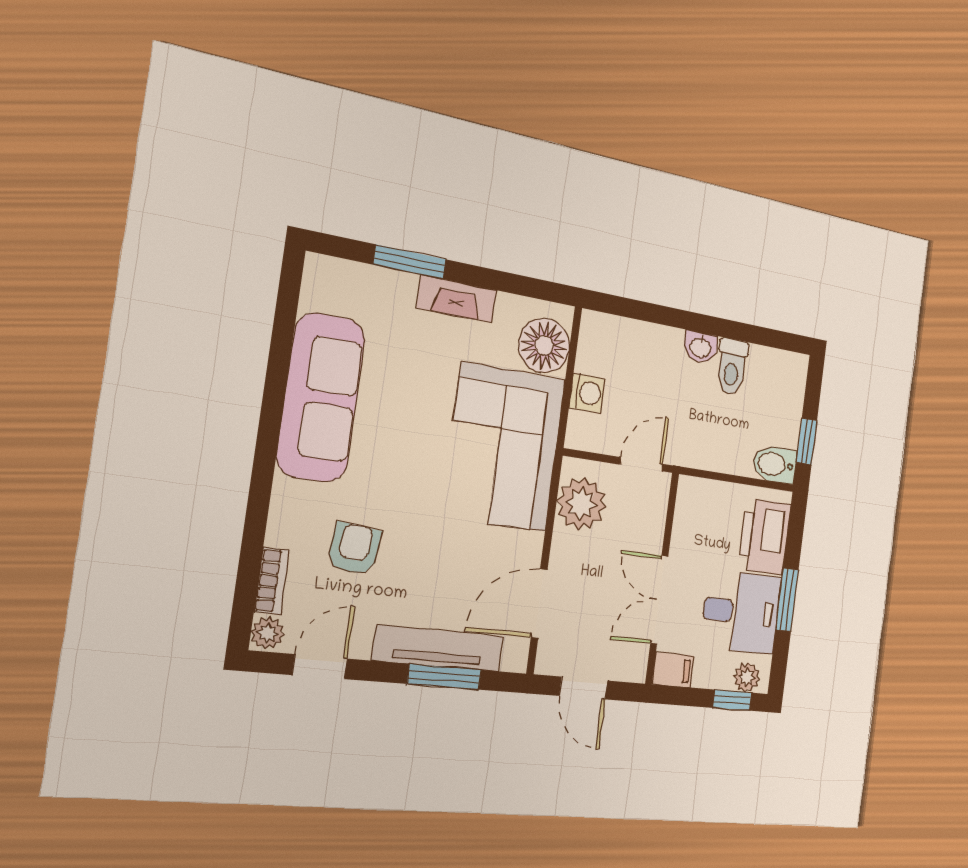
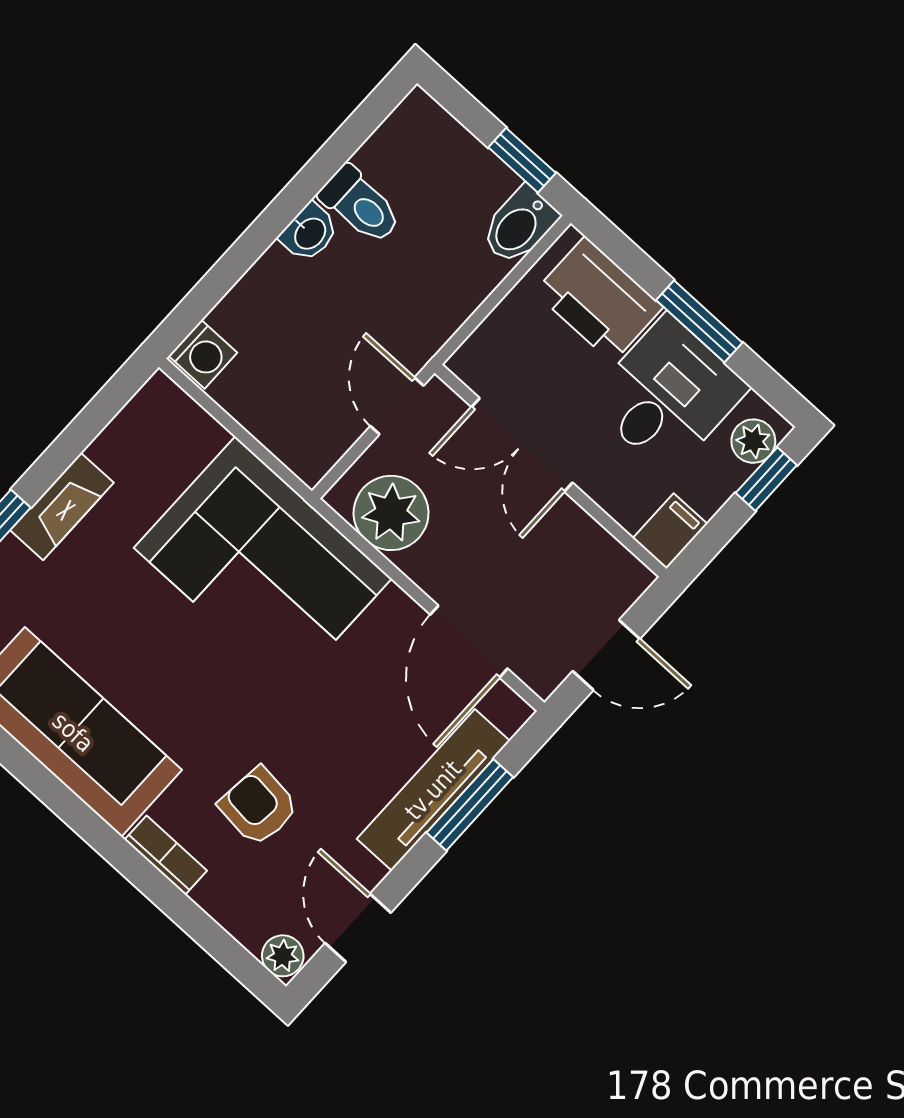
floor lamp: (544, 345) -> (180, 436), removed
washing machine: (587, 393) -> (203, 354), moved, turned 90
bookcase: (272, 581) -> (166, 855), moved
double door: (659, 600) -> (522, 445), moved

